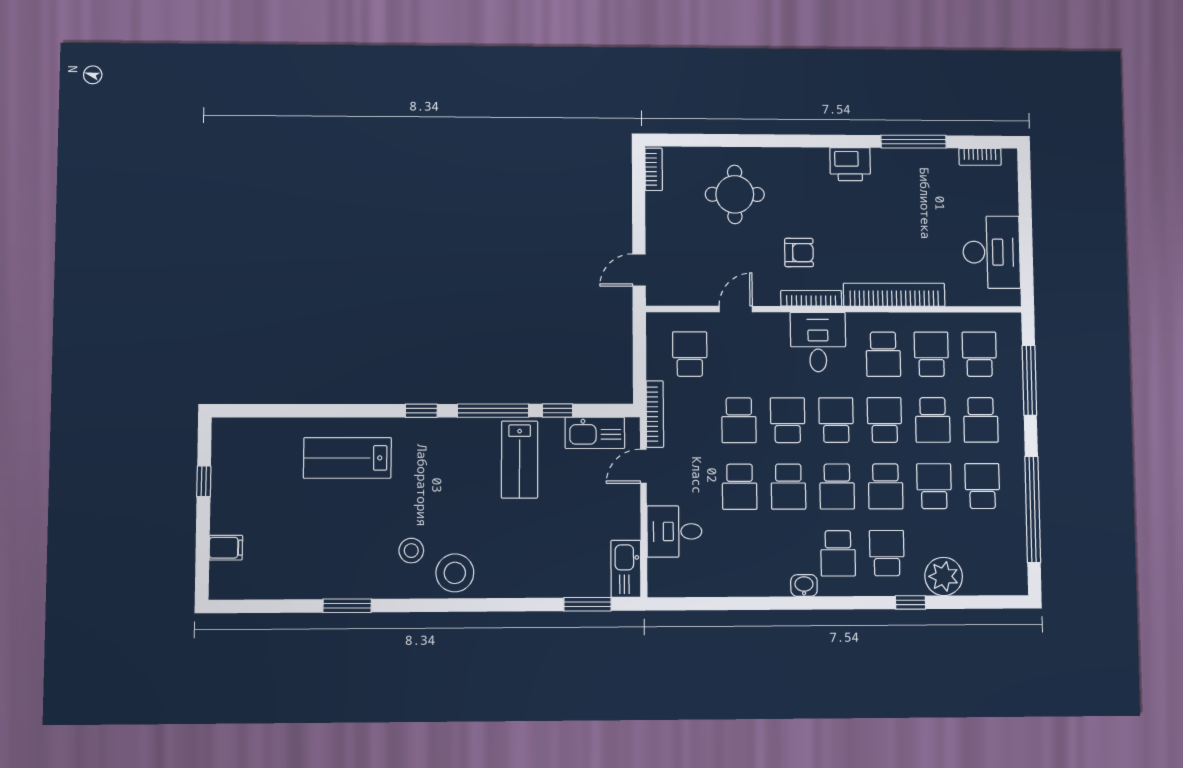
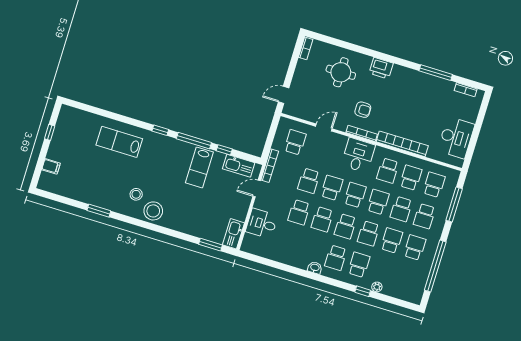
printer: (850, 164) -> (381, 68), moved
plant: (944, 576) -> (377, 287), width x0.53, depth x0.53

